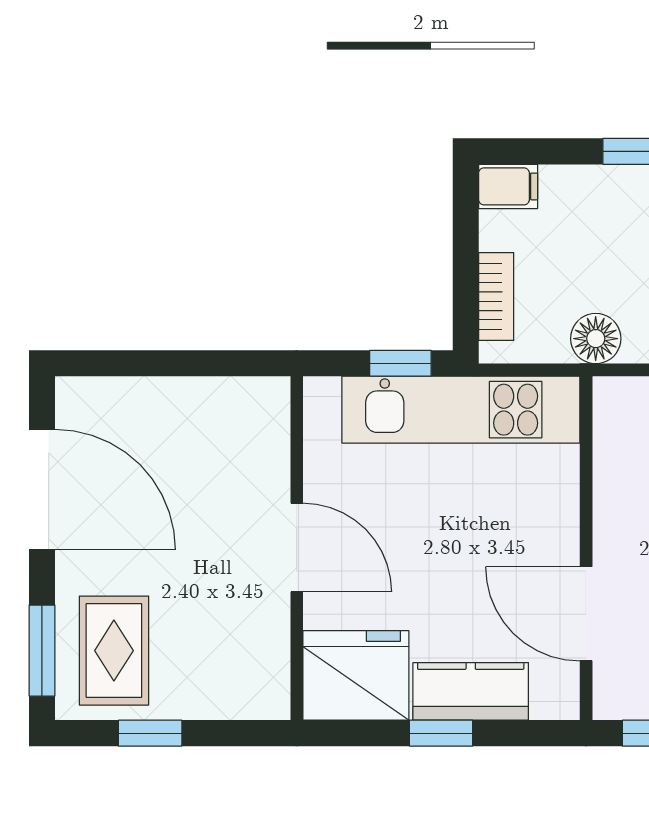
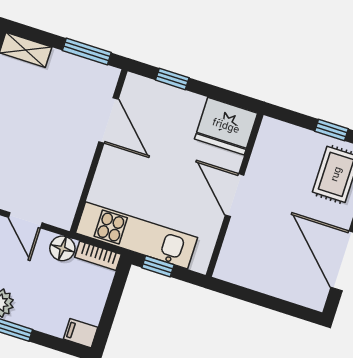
bookcase: (496, 296) -> (98, 256), moved, turned -90
kitchen counter: (471, 691) -> (174, 101), removed
window: (441, 733) -> (172, 79), moved

